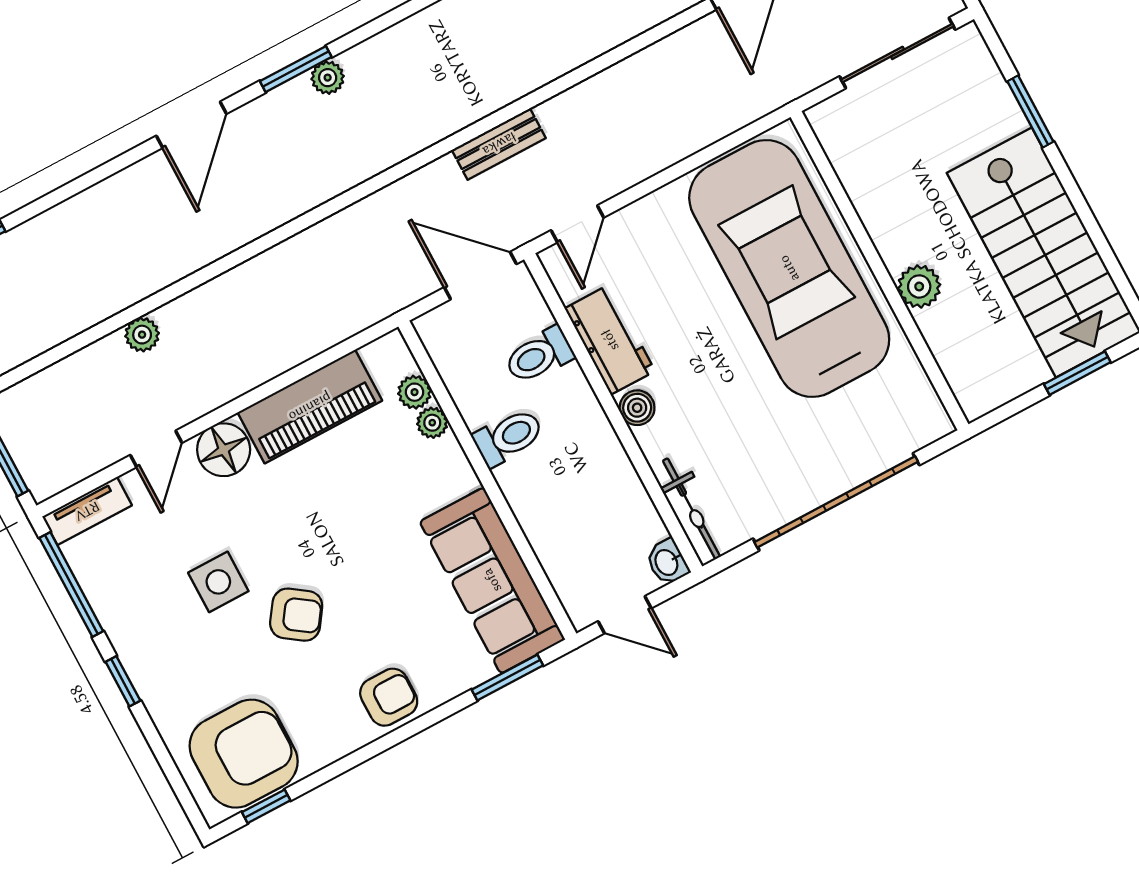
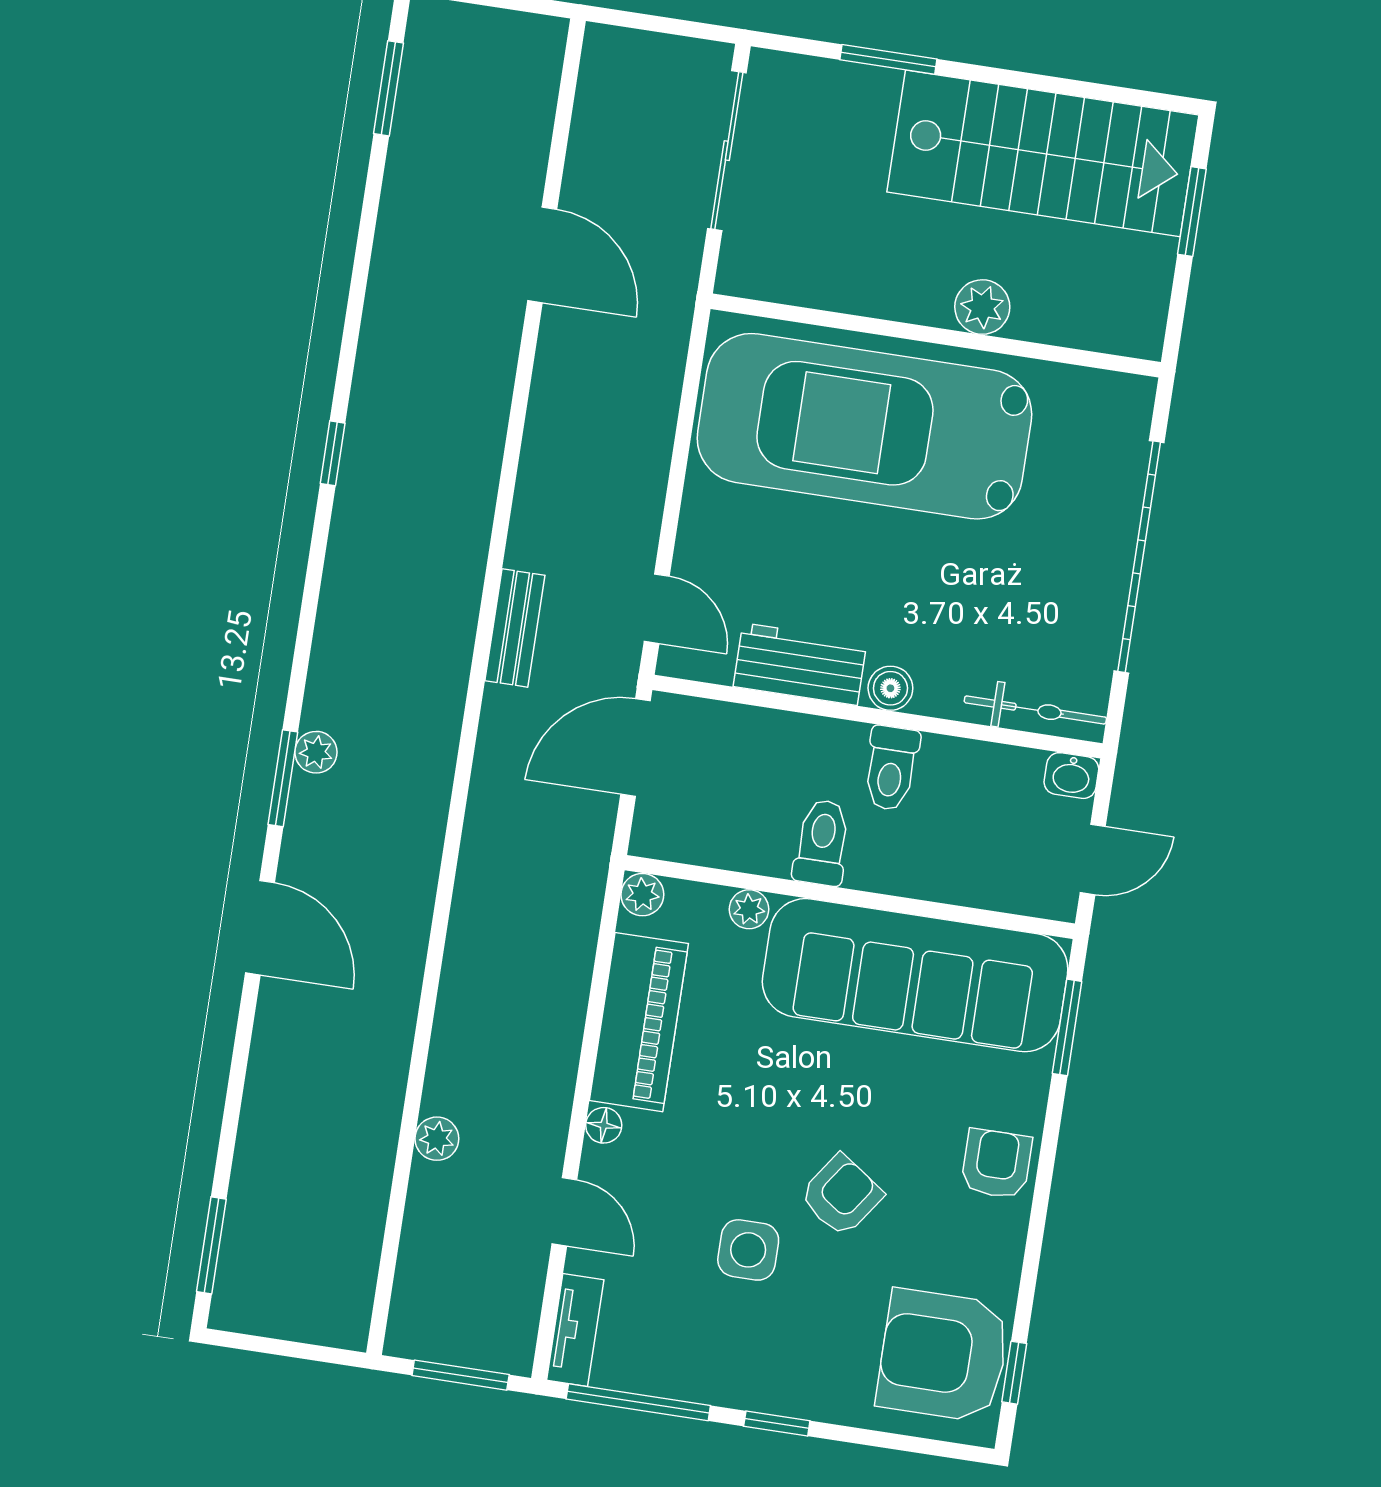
toilet: (539, 355) -> (891, 768), moved
plant: (415, 392) -> (642, 895), moved
floor lamp: (224, 450) -> (604, 1125), width x0.53, depth x0.53
sofa: (492, 580) -> (915, 975), width x1.36, depth x1.27
armchair: (244, 754) -> (943, 1355), turned -90

